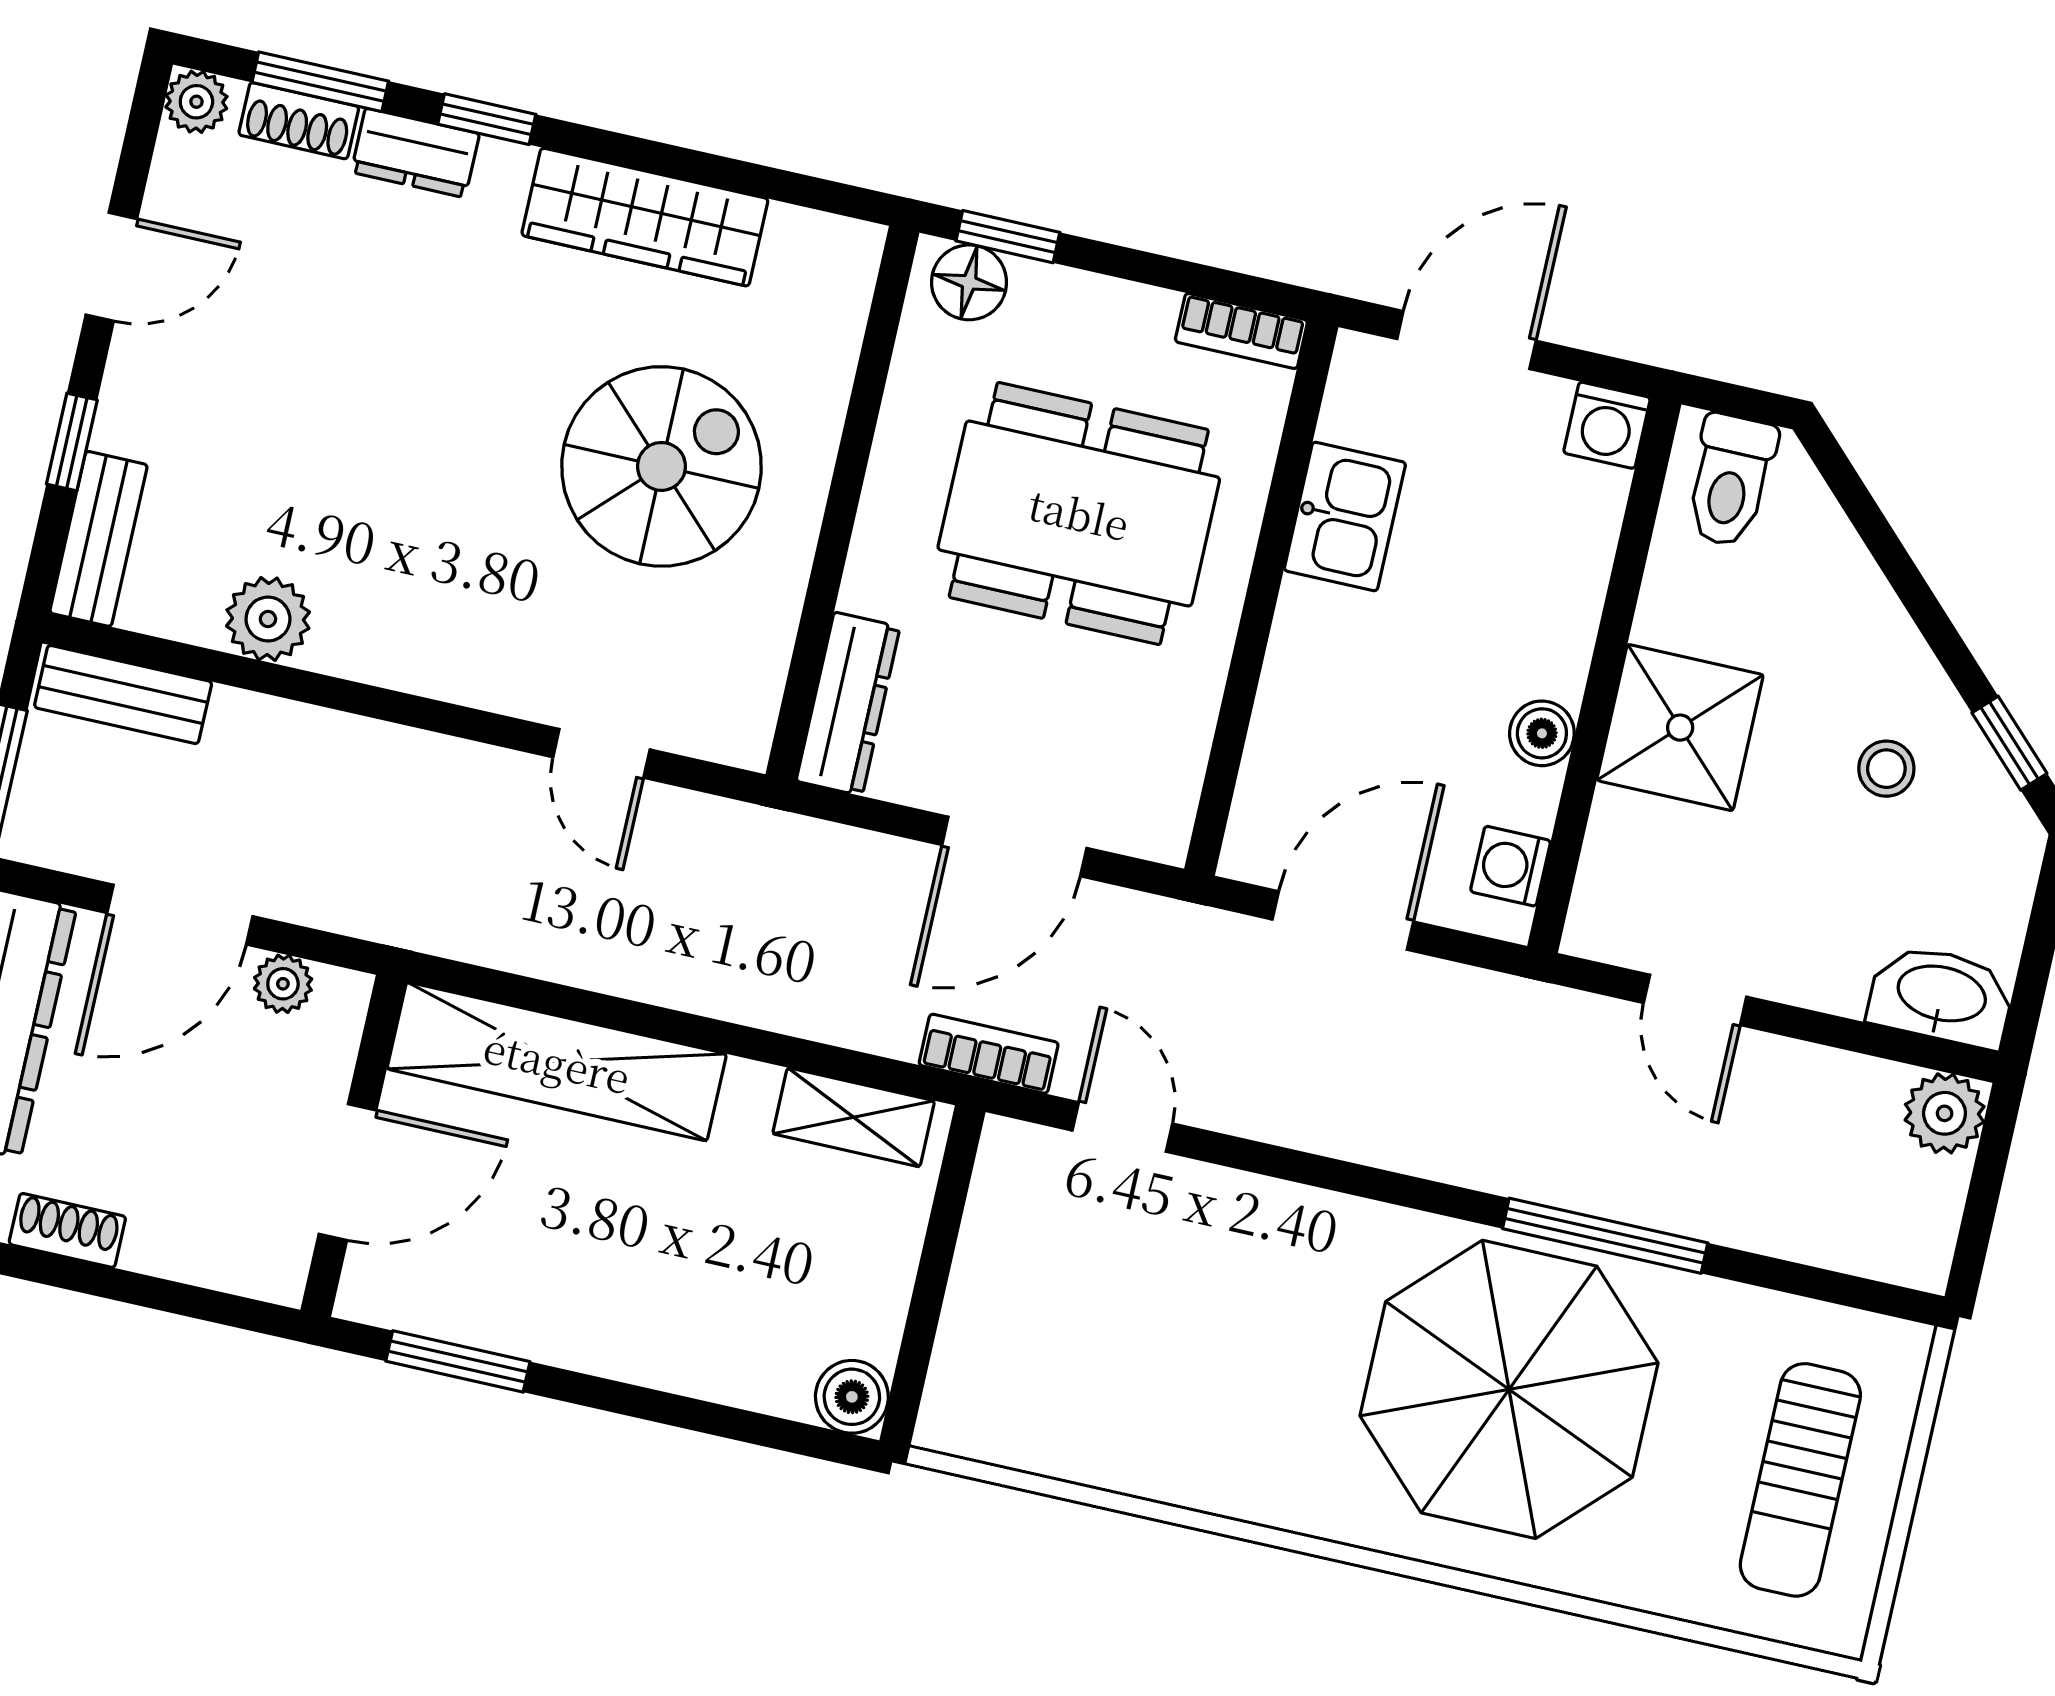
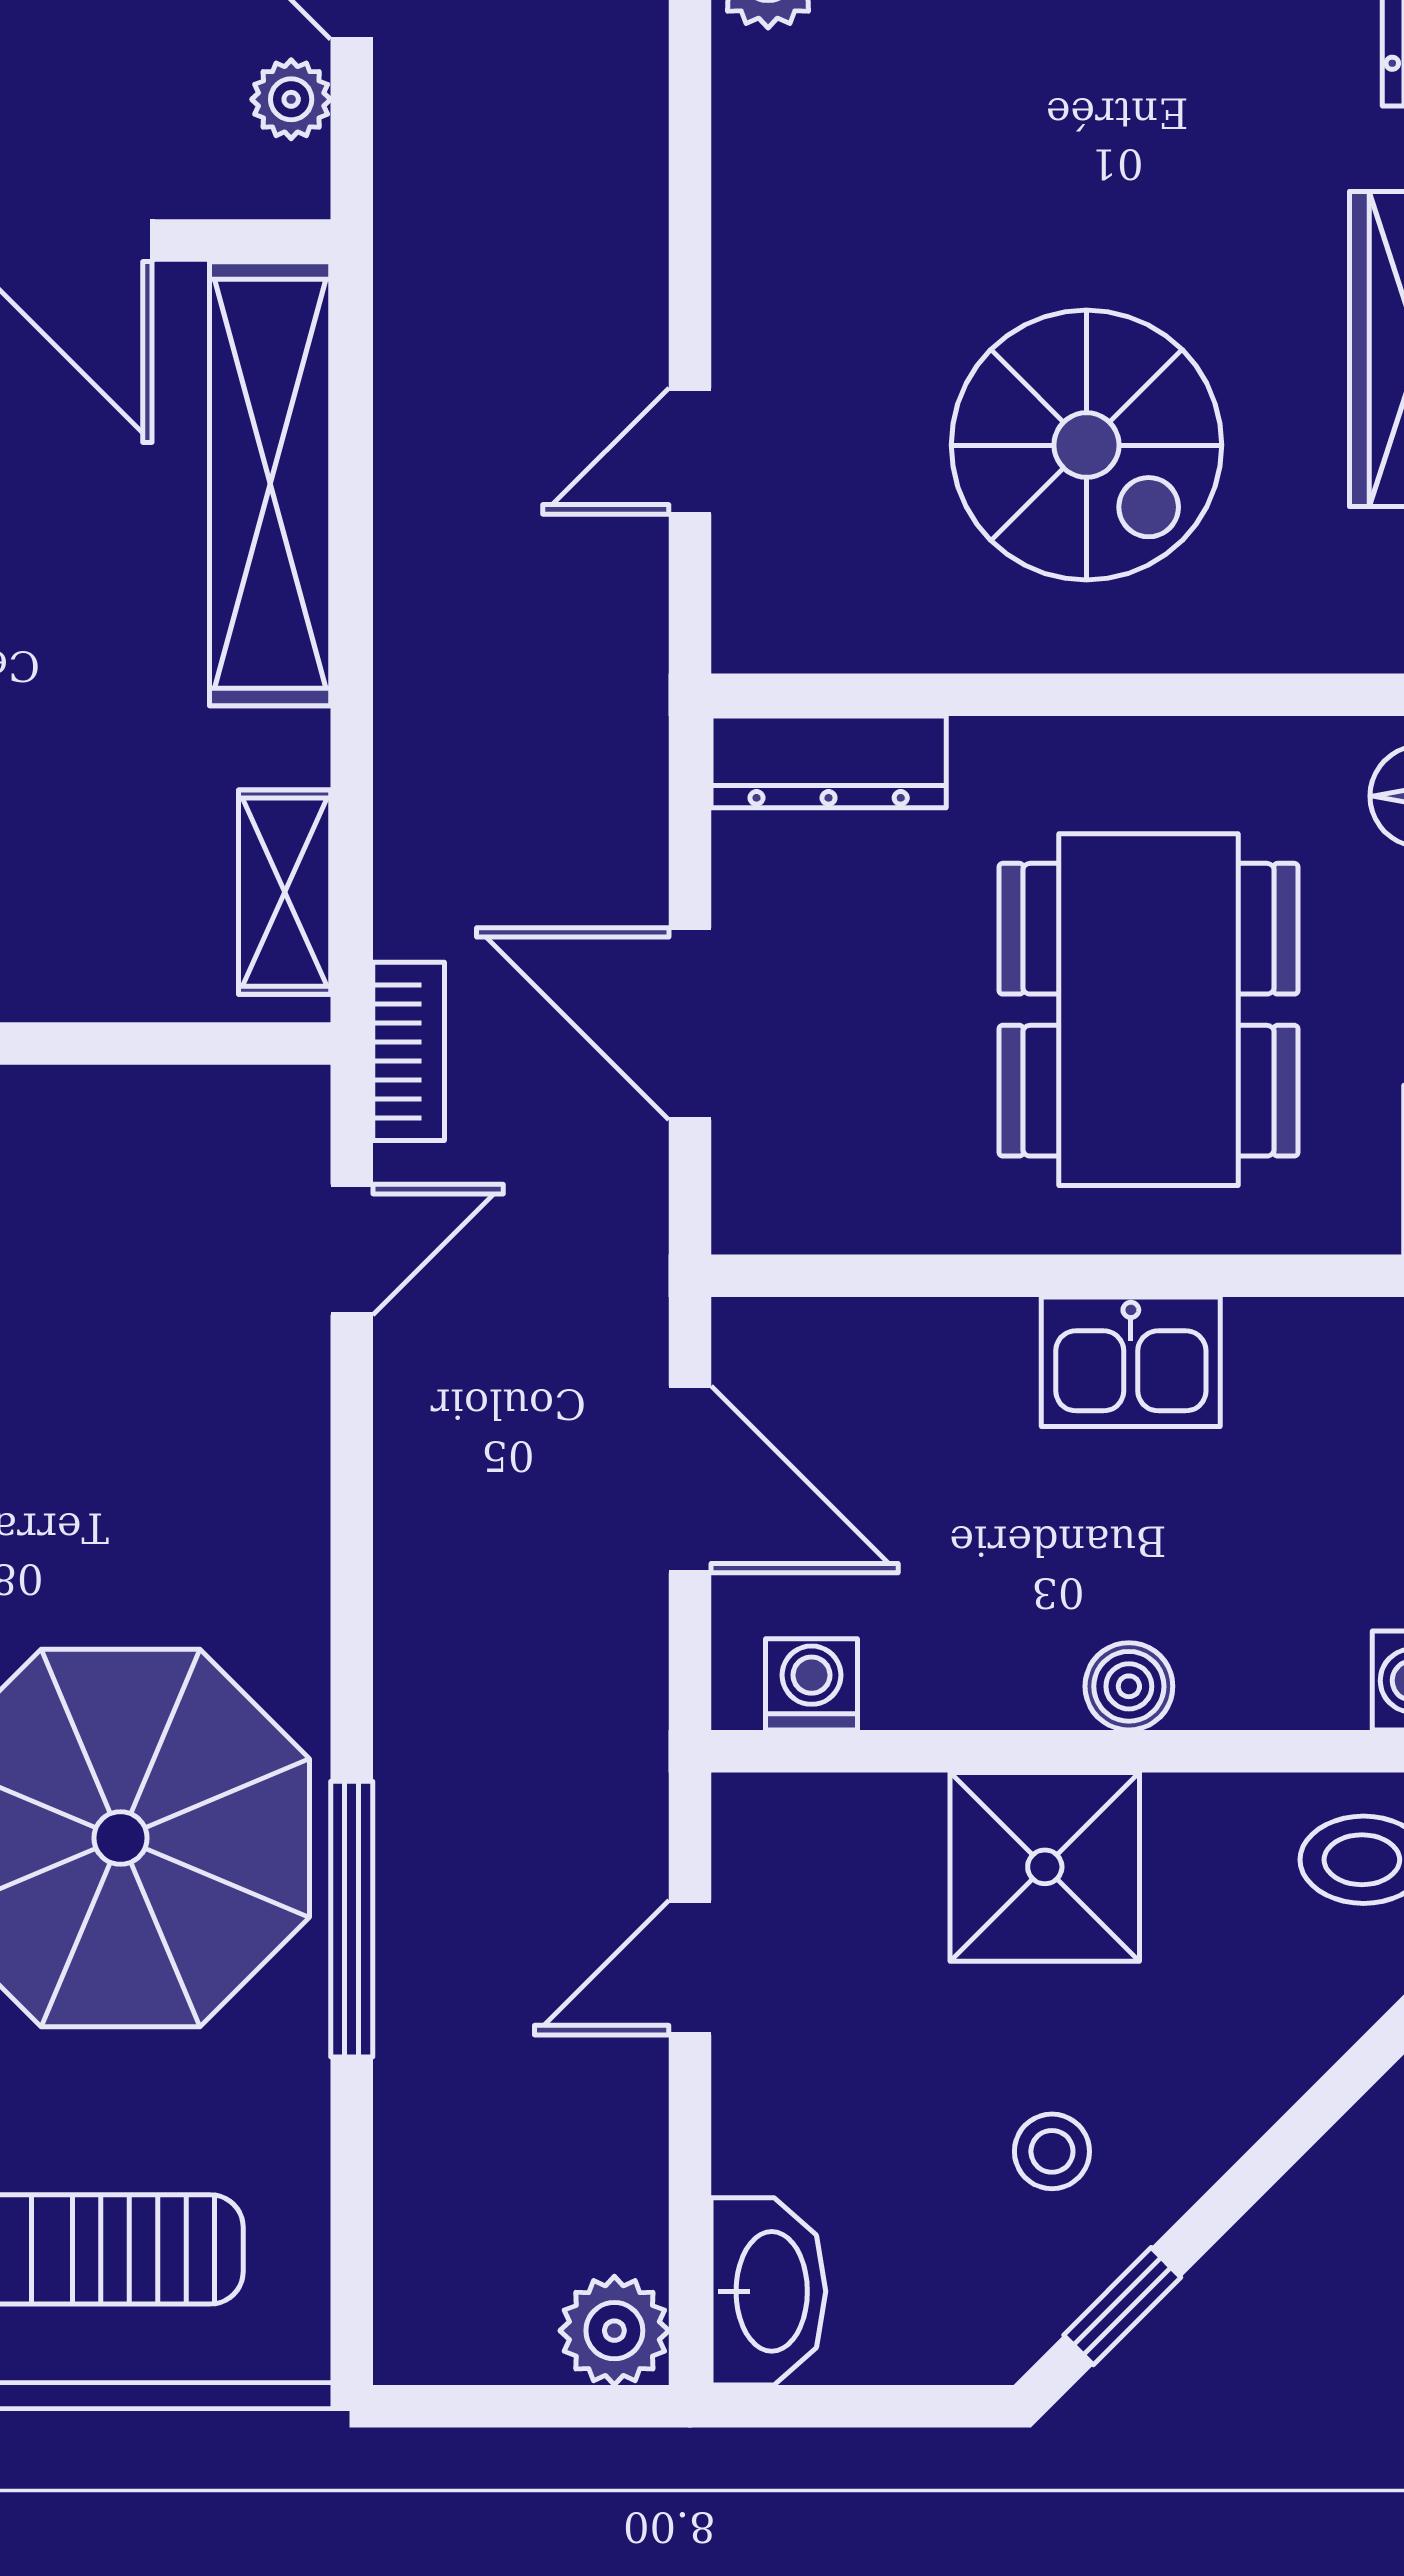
kitchen sink: (1345, 517) -> (1131, 1362), moved
boiler: (1542, 733) -> (1129, 1686), moved

